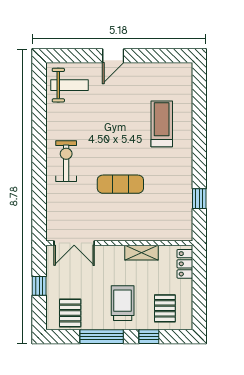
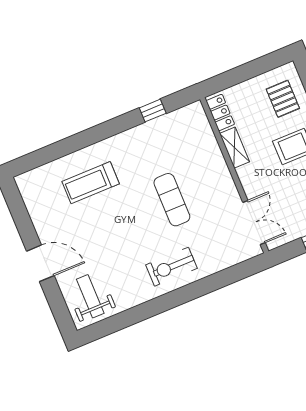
door: (113, 56) -> (40, 263), width x1.38
locker: (185, 264) -> (220, 112), moved, turned -90
pallet: (165, 308) -> (283, 99), turned 90

